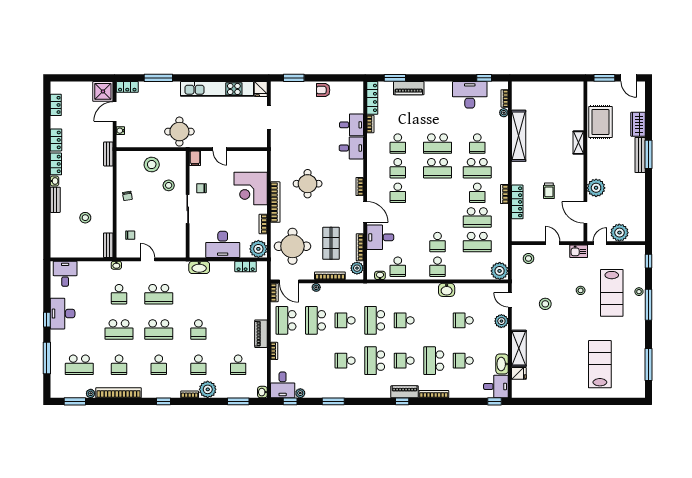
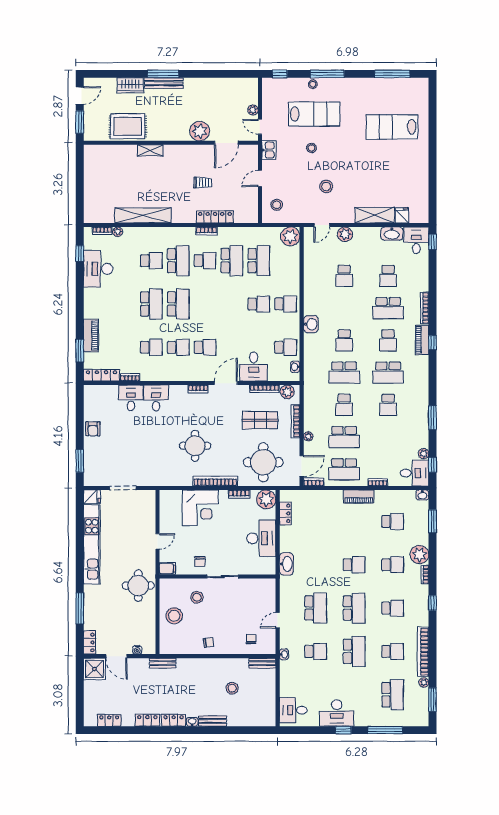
plant: (619, 233) -> (253, 110), width x0.53, depth x0.53
washbasin: (447, 290) -> (311, 324), moved

